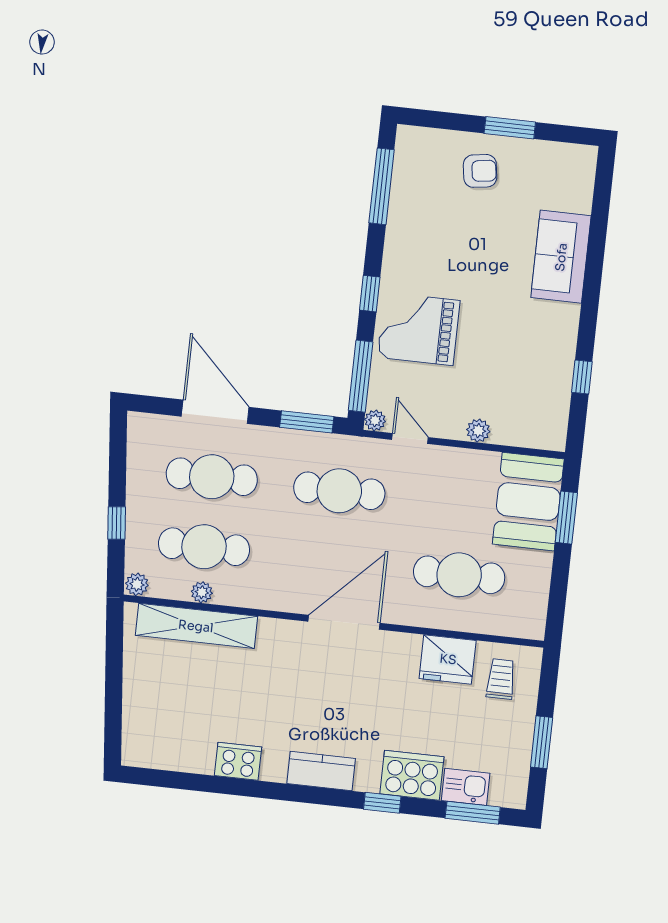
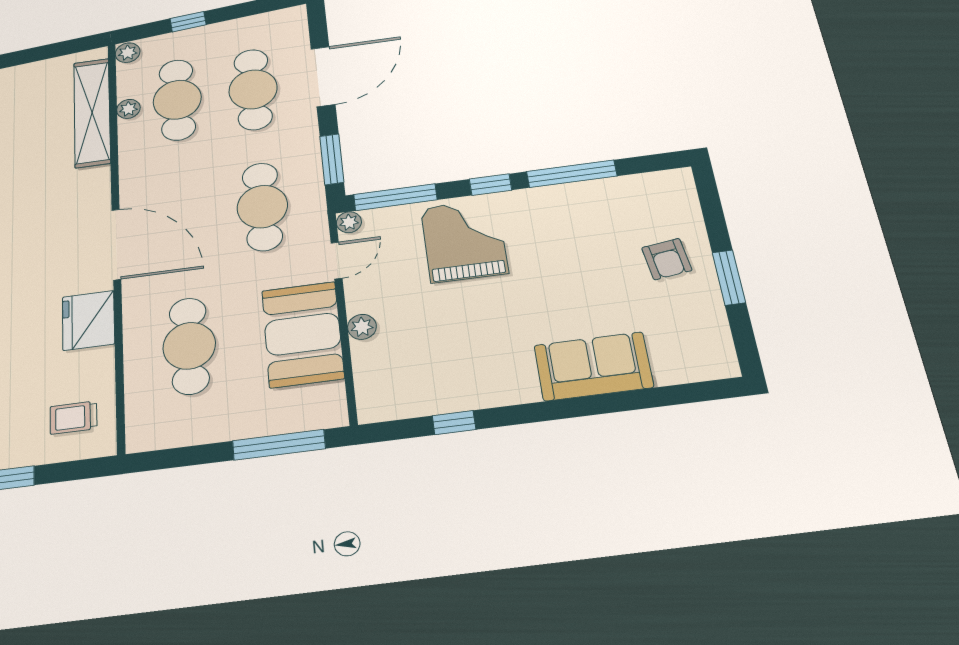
window: (382, 186) -> (572, 174), moved
booth: (528, 502) -> (303, 334), moved, turned 90
window: (566, 518) -> (279, 445), width x1.44
fridge: (448, 659) -> (88, 320), moved
trolley: (501, 679) -> (73, 418), turned 180

